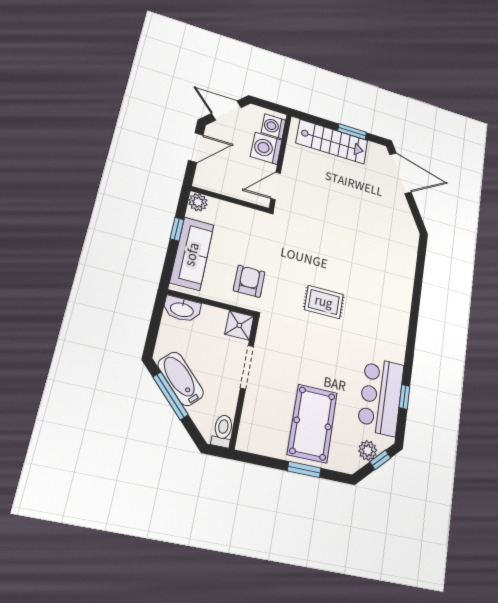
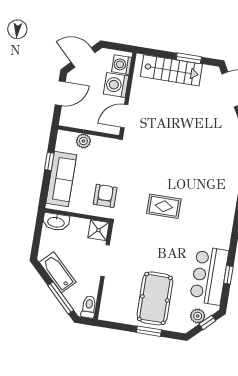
plant: (198, 202) -> (83, 141), moved
window: (170, 396) -> (61, 298), moved

